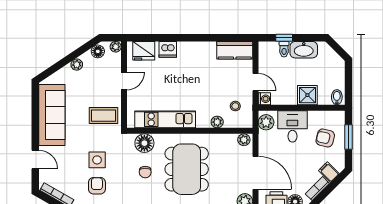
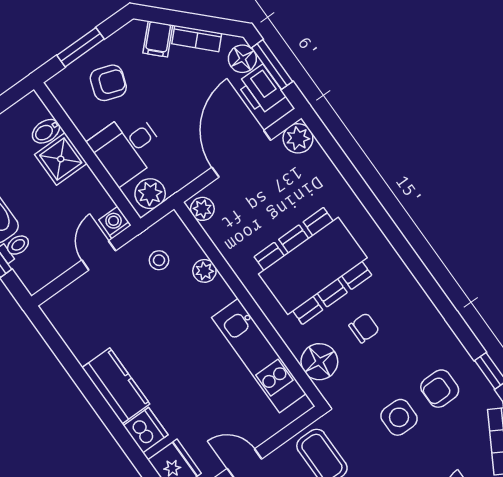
kitchen counter: (235, 50) -> (116, 386), moved
bidet: (337, 97) -> (46, 131), moved
armchair: (325, 138) -> (108, 83), turned -85

